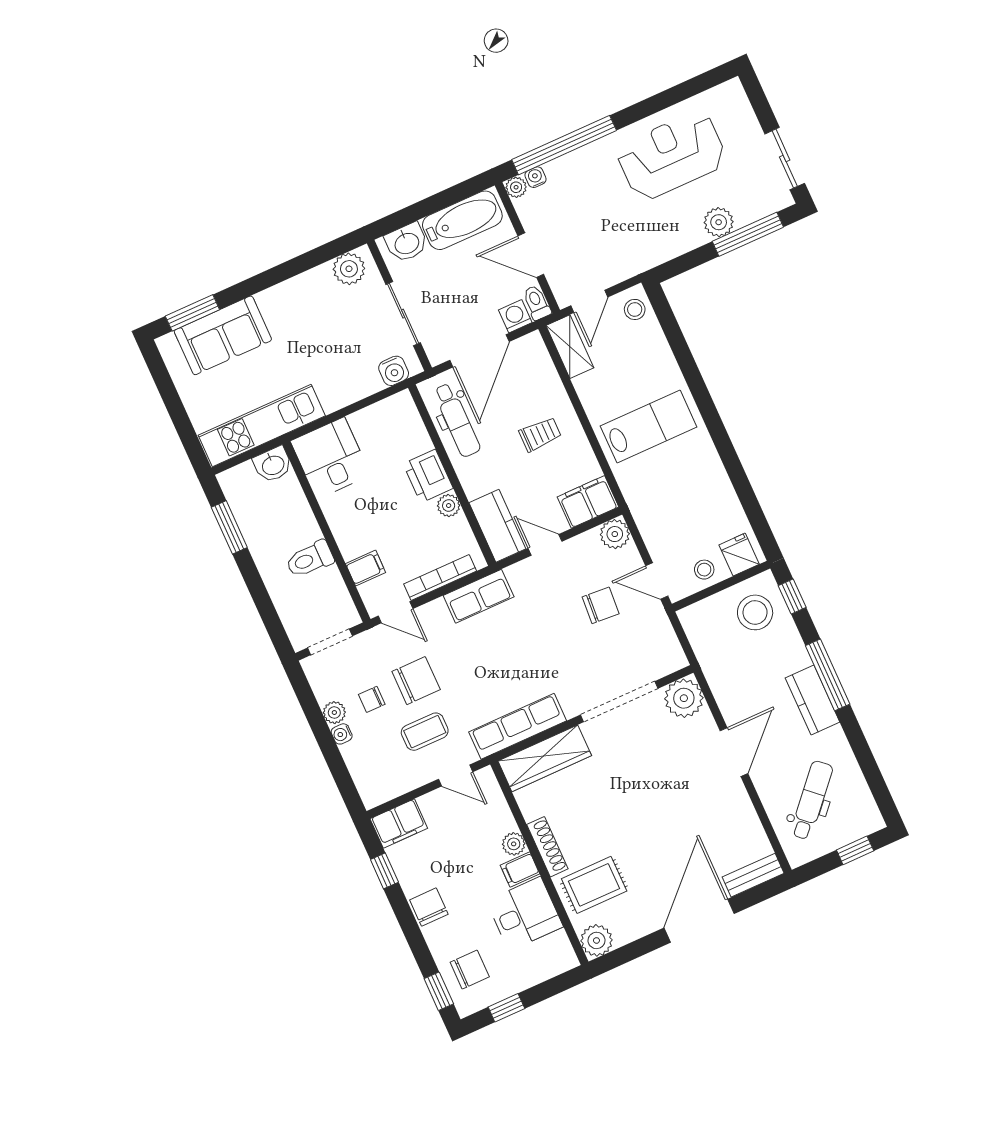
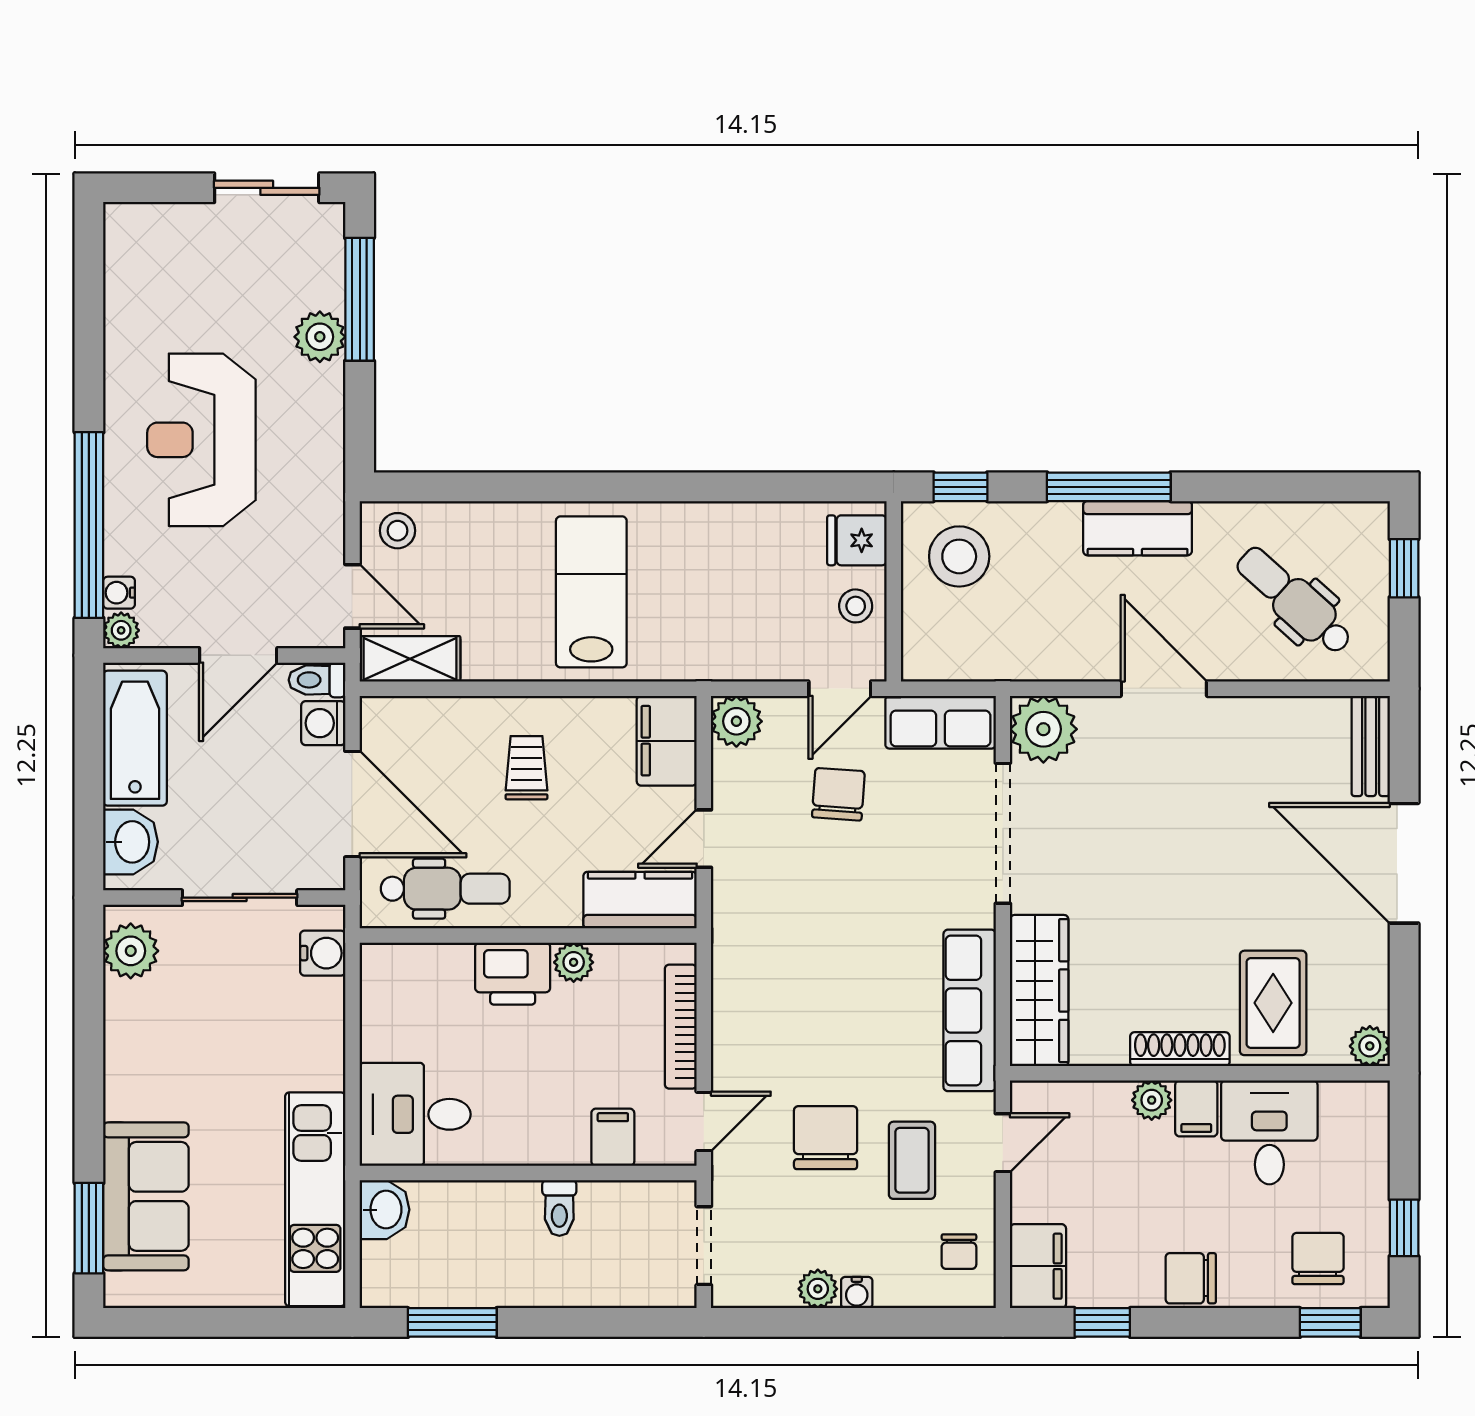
reception desk: (672, 156) -> (201, 440), moved
toilet: (310, 559) -> (559, 1208), width x0.73, depth x0.72
row of seats: (479, 596) -> (941, 722), moved, turned 90
chair: (372, 699) -> (959, 1252), moved
plant: (596, 940) -> (1370, 1046), width x0.73, depth x0.73

